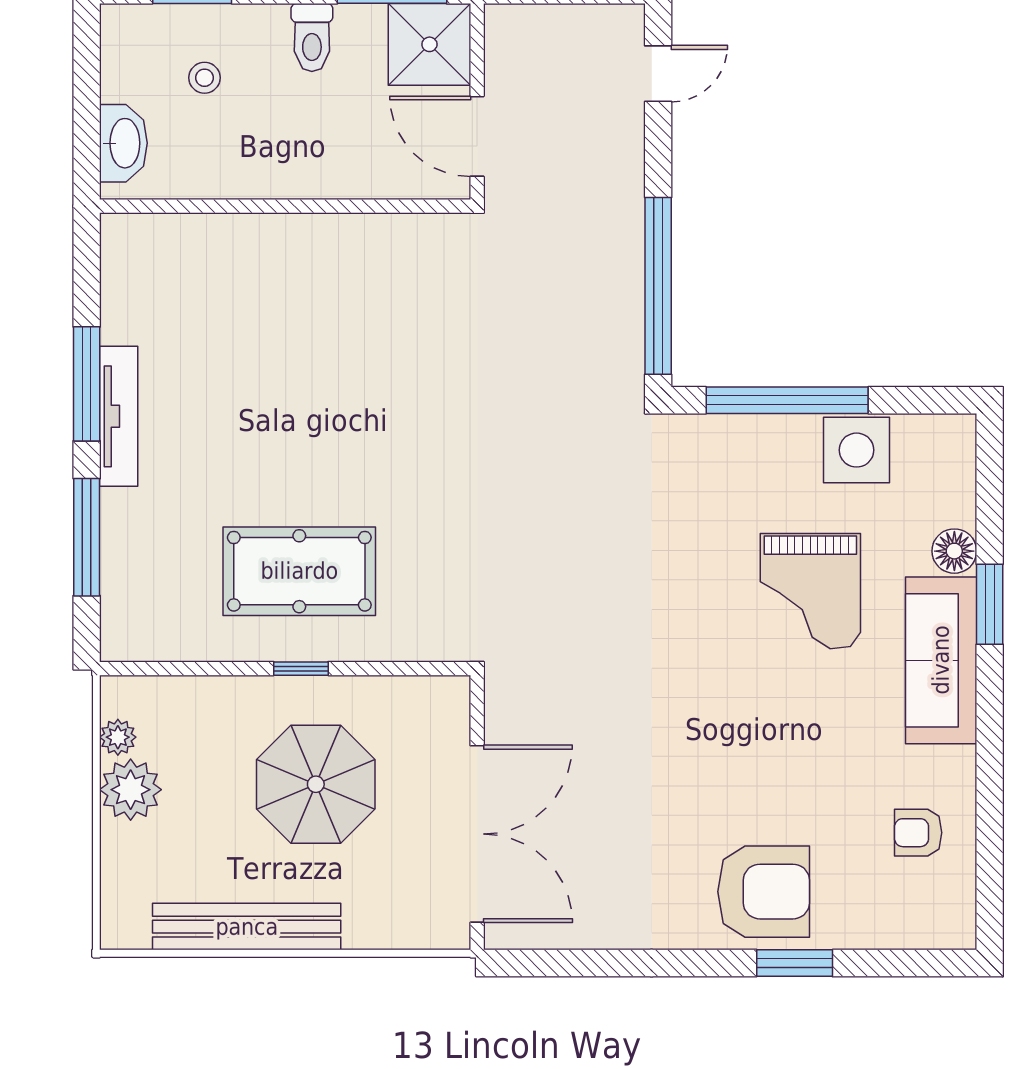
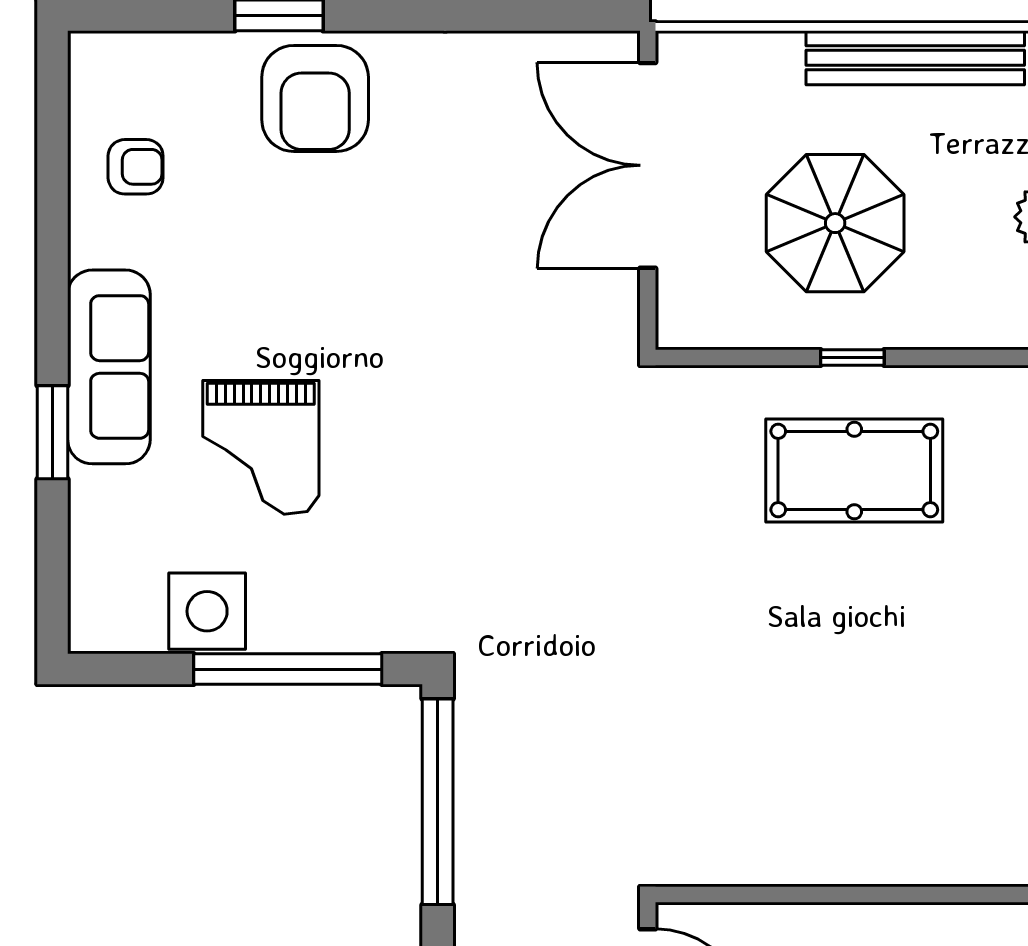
floor lamp: (954, 551) -> (94, 494), removed
grand piano: (810, 591) -> (261, 447), turned 180
armchair: (764, 892) -> (315, 98), turned -90

